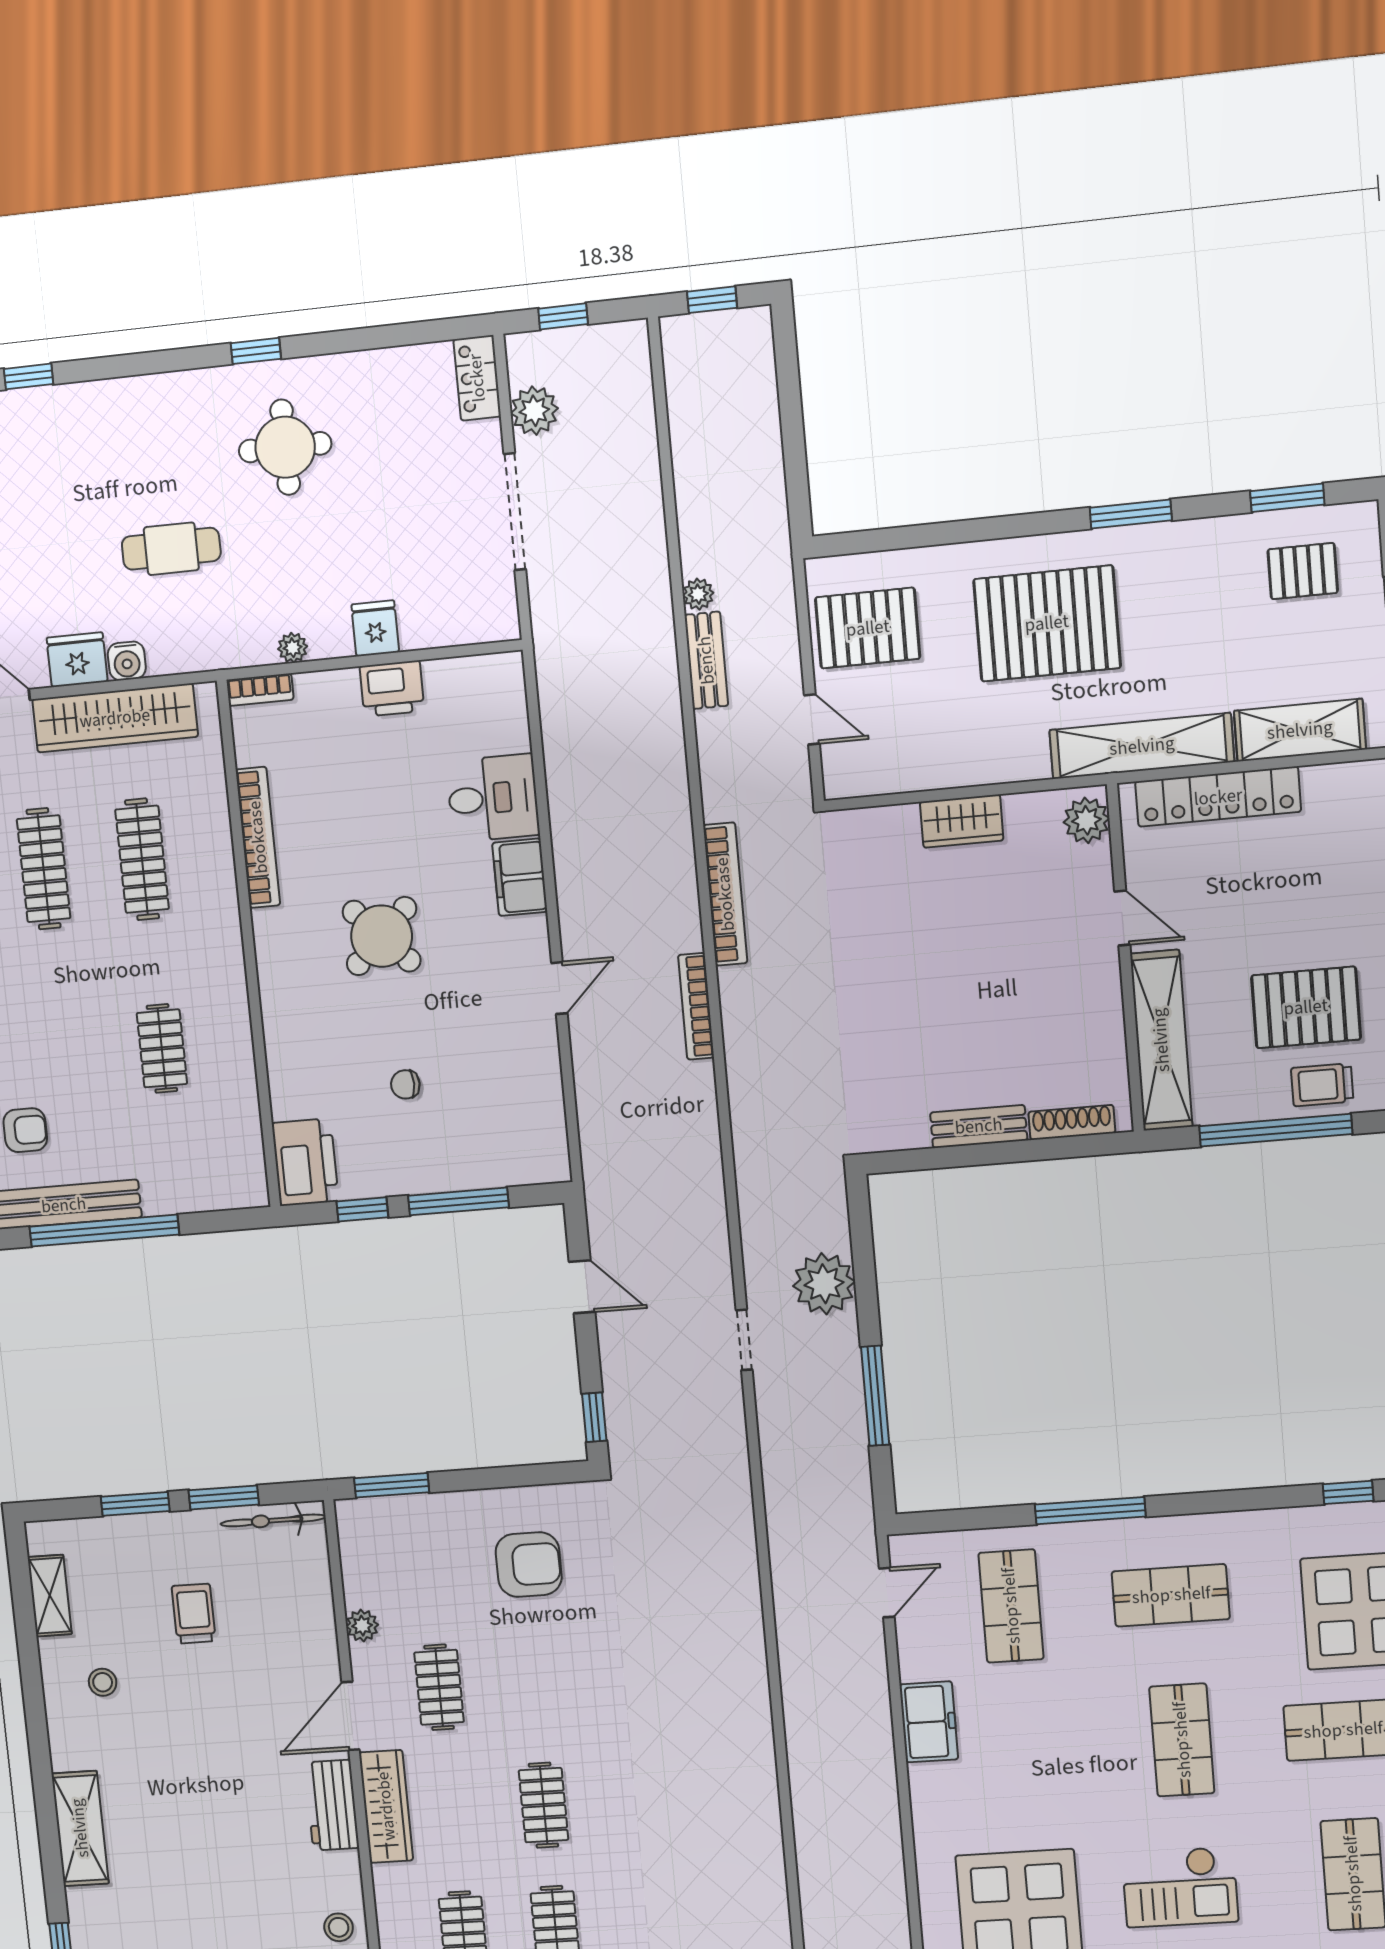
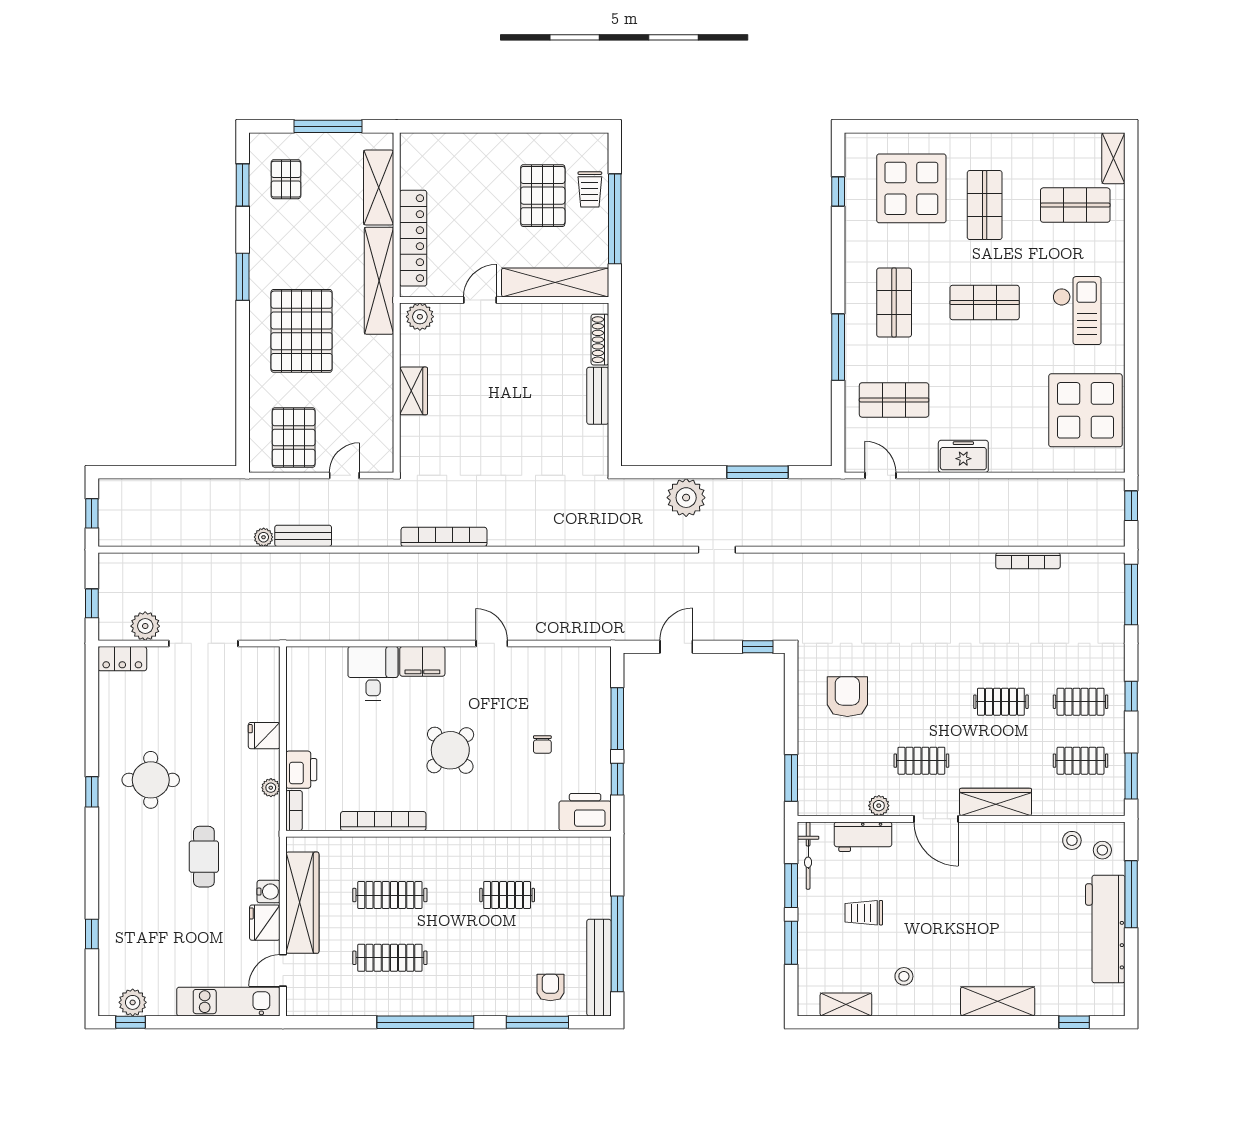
printer: (392, 689) -> (301, 770), moved
bookcase: (696, 1006) -> (1028, 561), moved
workbench: (332, 1805) -> (863, 837), moved

